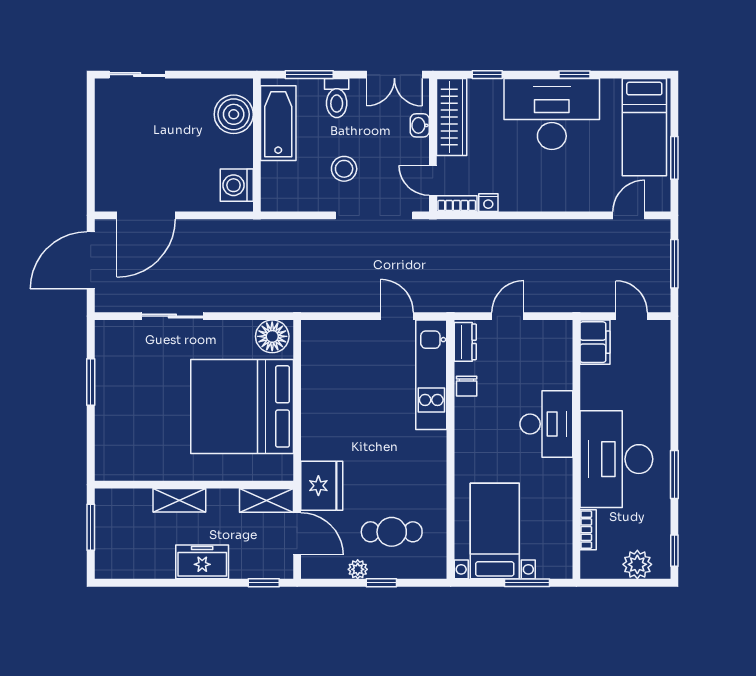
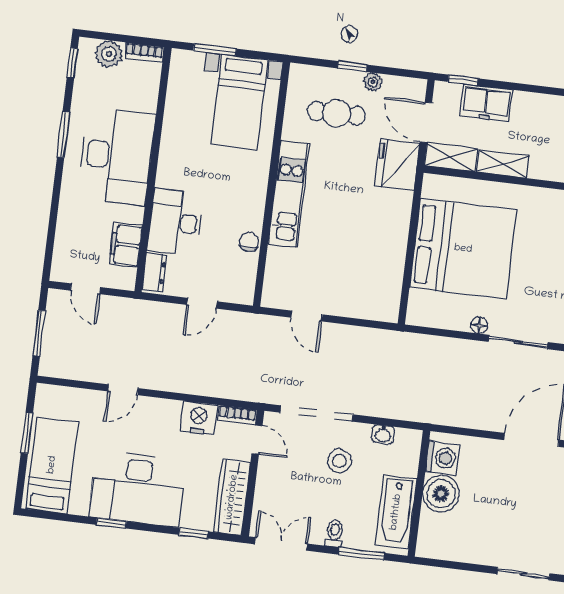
toilet: (337, 98) -> (335, 533), width x0.73, depth x0.72
boiler: (234, 114) -> (441, 494), moved
washbasin: (420, 125) -> (383, 434), moved, turned 90
nightstand: (488, 203) -> (199, 418), width x1.89, depth x1.79
door: (629, 215) -> (123, 390), moved
floor lamp: (272, 336) -> (479, 325), moved, width x0.53, depth x0.53
dresser: (465, 342) -> (154, 272), moved, turned 180
filing cabinet: (595, 342) -> (126, 245), moved
kitchen unit: (431, 375) -> (289, 194), moved
desk: (546, 424) -> (175, 222), moved
shelving: (179, 500) -> (503, 164), moved
bookcase: (588, 530) -> (144, 52), moved, turned -90
freezer: (202, 562) -> (486, 103), moved

